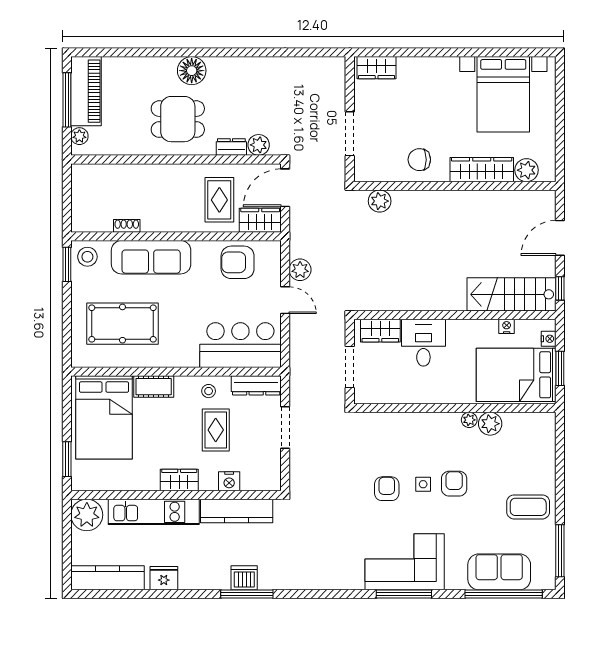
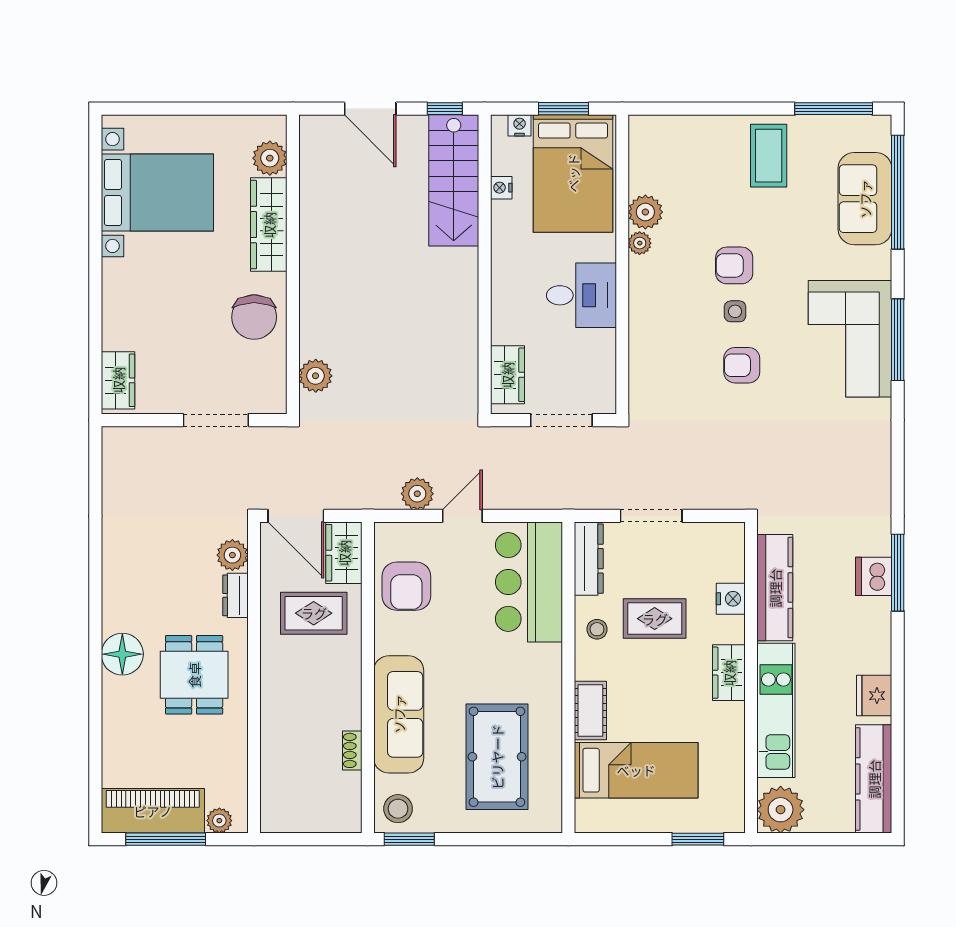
chair: (419, 160) -> (254, 317), width x1.37, depth x1.37
desk: (423, 343) -> (581, 295), moved, turned 180
bed: (104, 417) -> (636, 770), width x0.67

